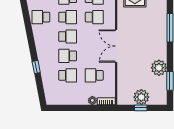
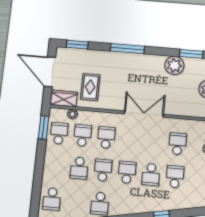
double door: (116, 46) -> (144, 114), swing flipped
school desk: (94, 75) -> (178, 144), turned 180

